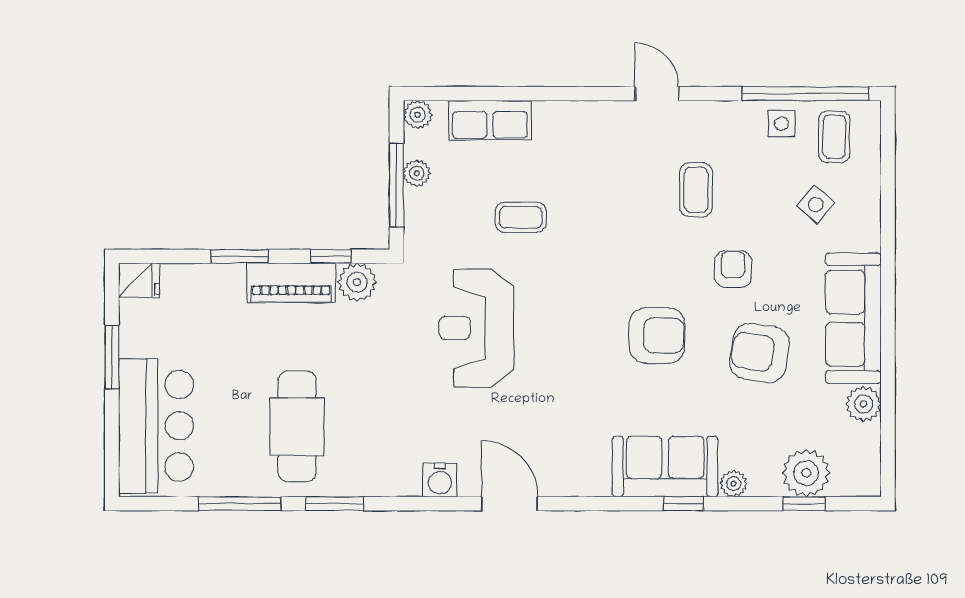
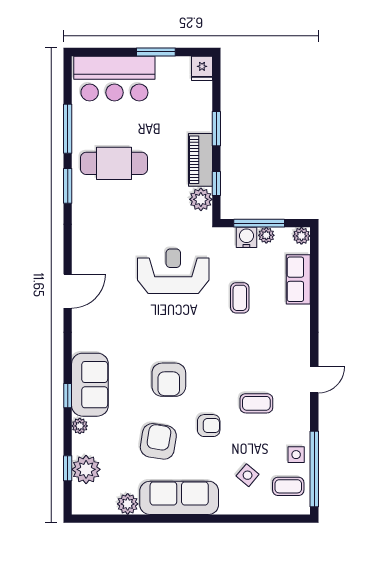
water cooler: (440, 480) -> (246, 237), moved, turned 90

